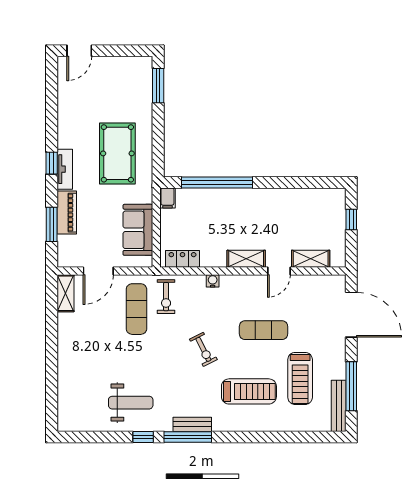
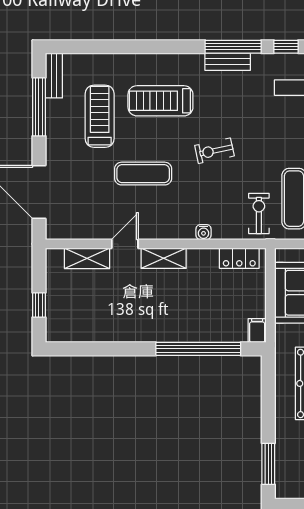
exercise bike: (203, 349) -> (214, 151), turned -75
bench: (339, 406) -> (54, 76), width x0.73

